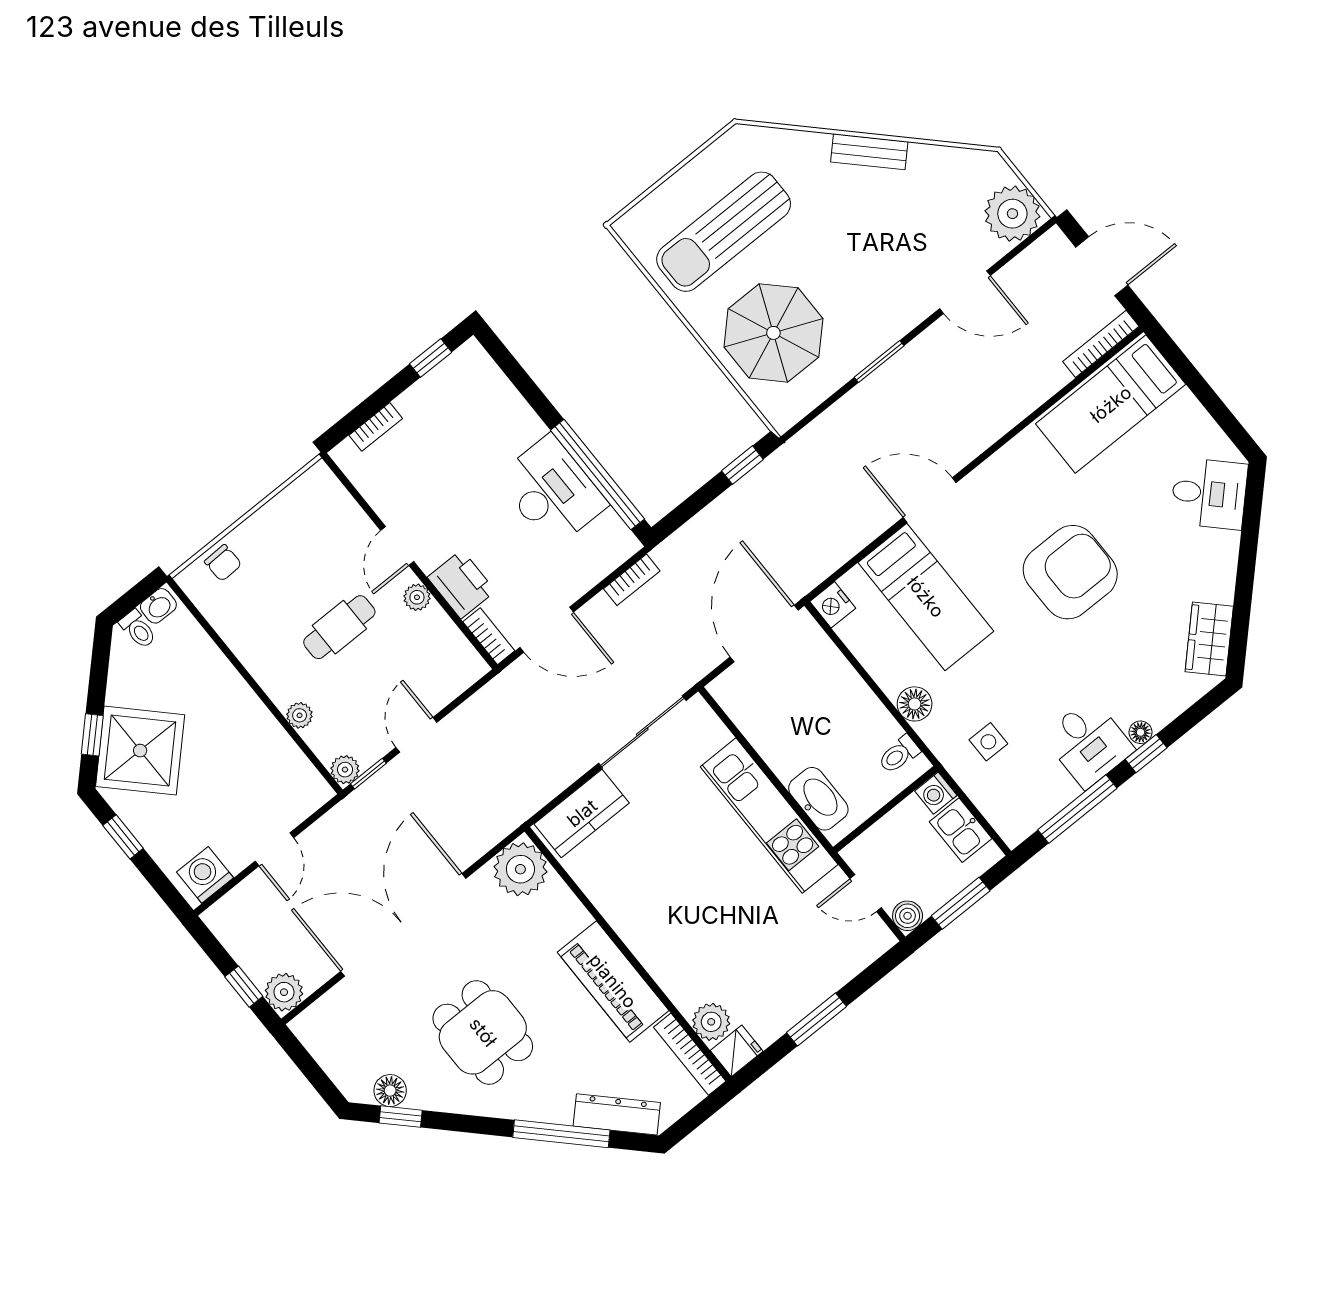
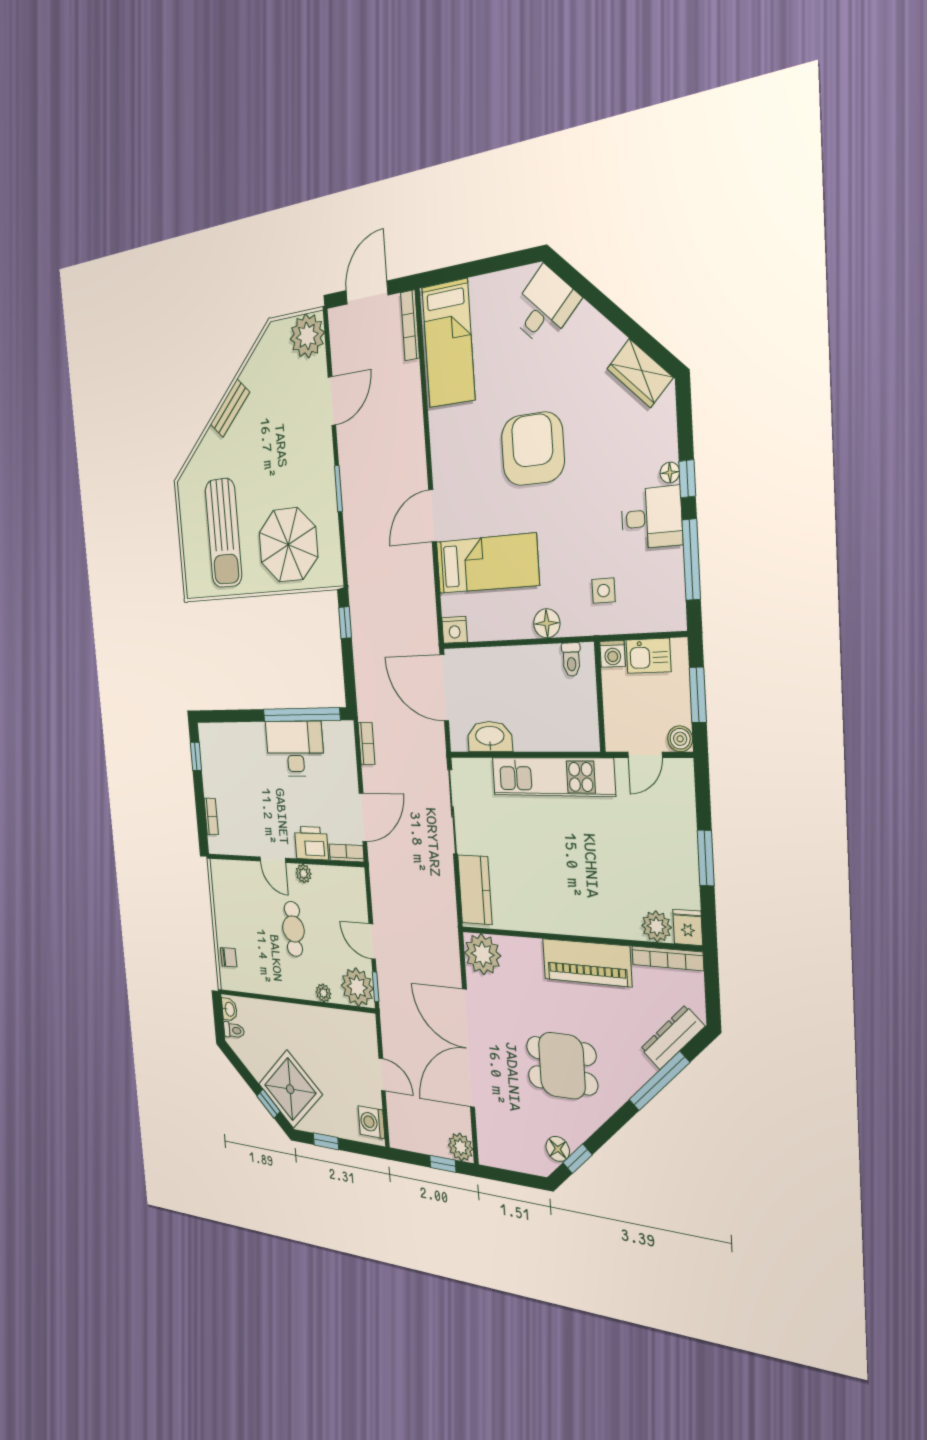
plant: (345, 770) -> (357, 987), width x1.88, depth x1.88
washbasin: (818, 799) -> (490, 737), moved

